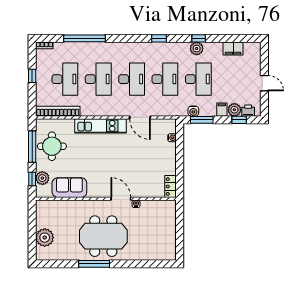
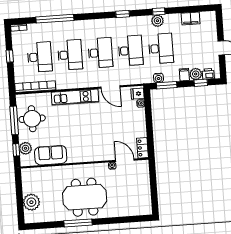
fridge: (169, 127) -> (138, 94), added
door: (121, 199) -> (125, 160), moved

